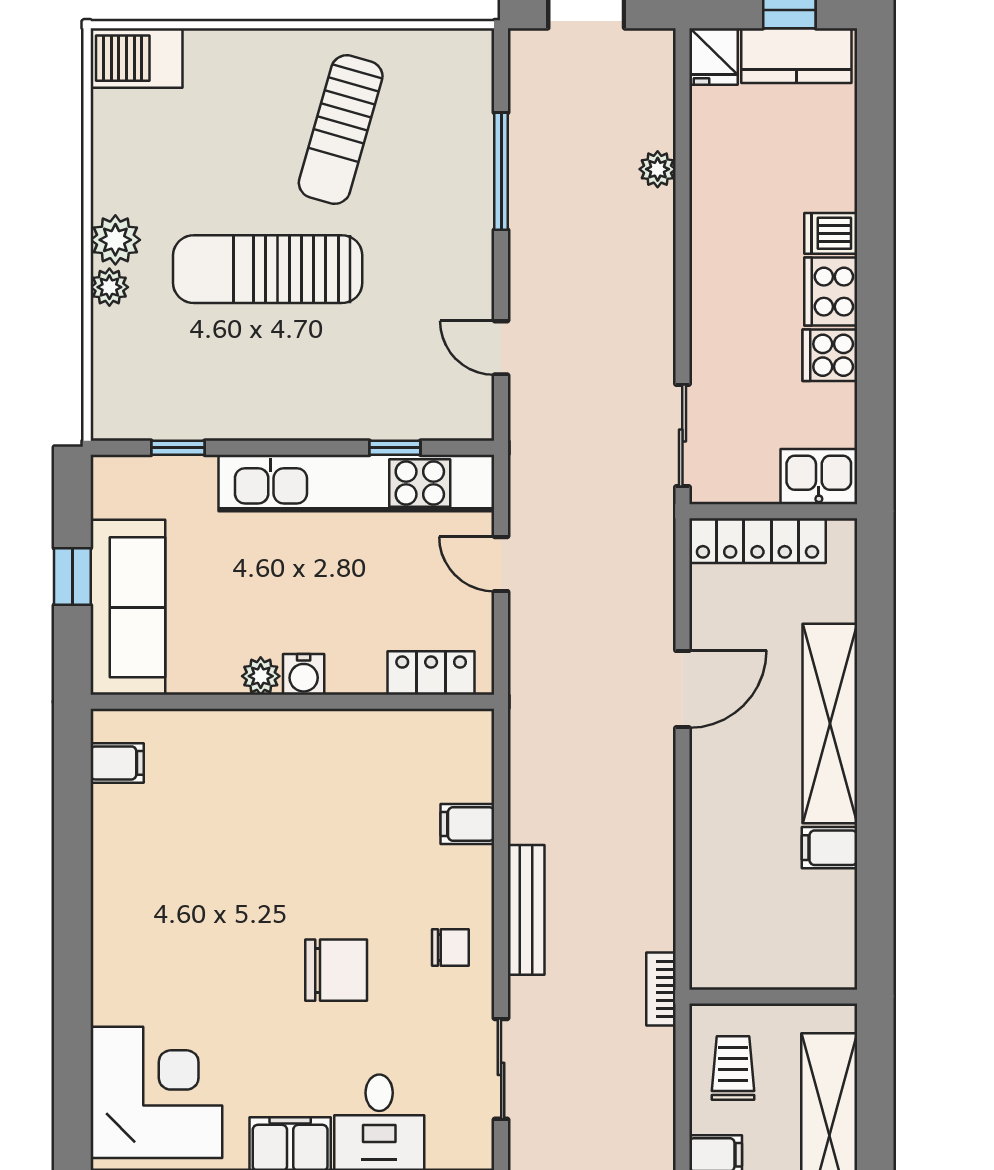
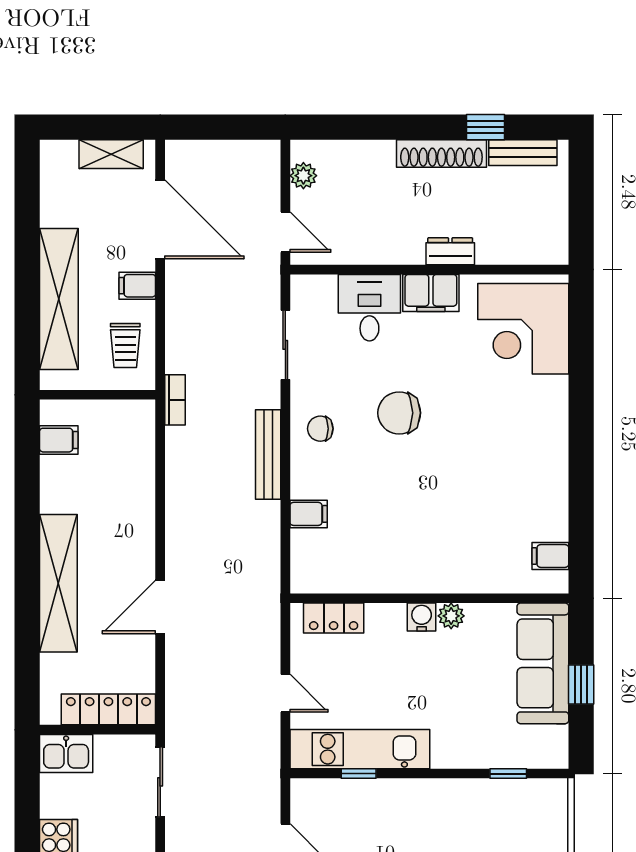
kitchen unit: (356, 483) -> (360, 749), width x0.73
filing cabinet: (829, 848) -> (59, 440), moved

